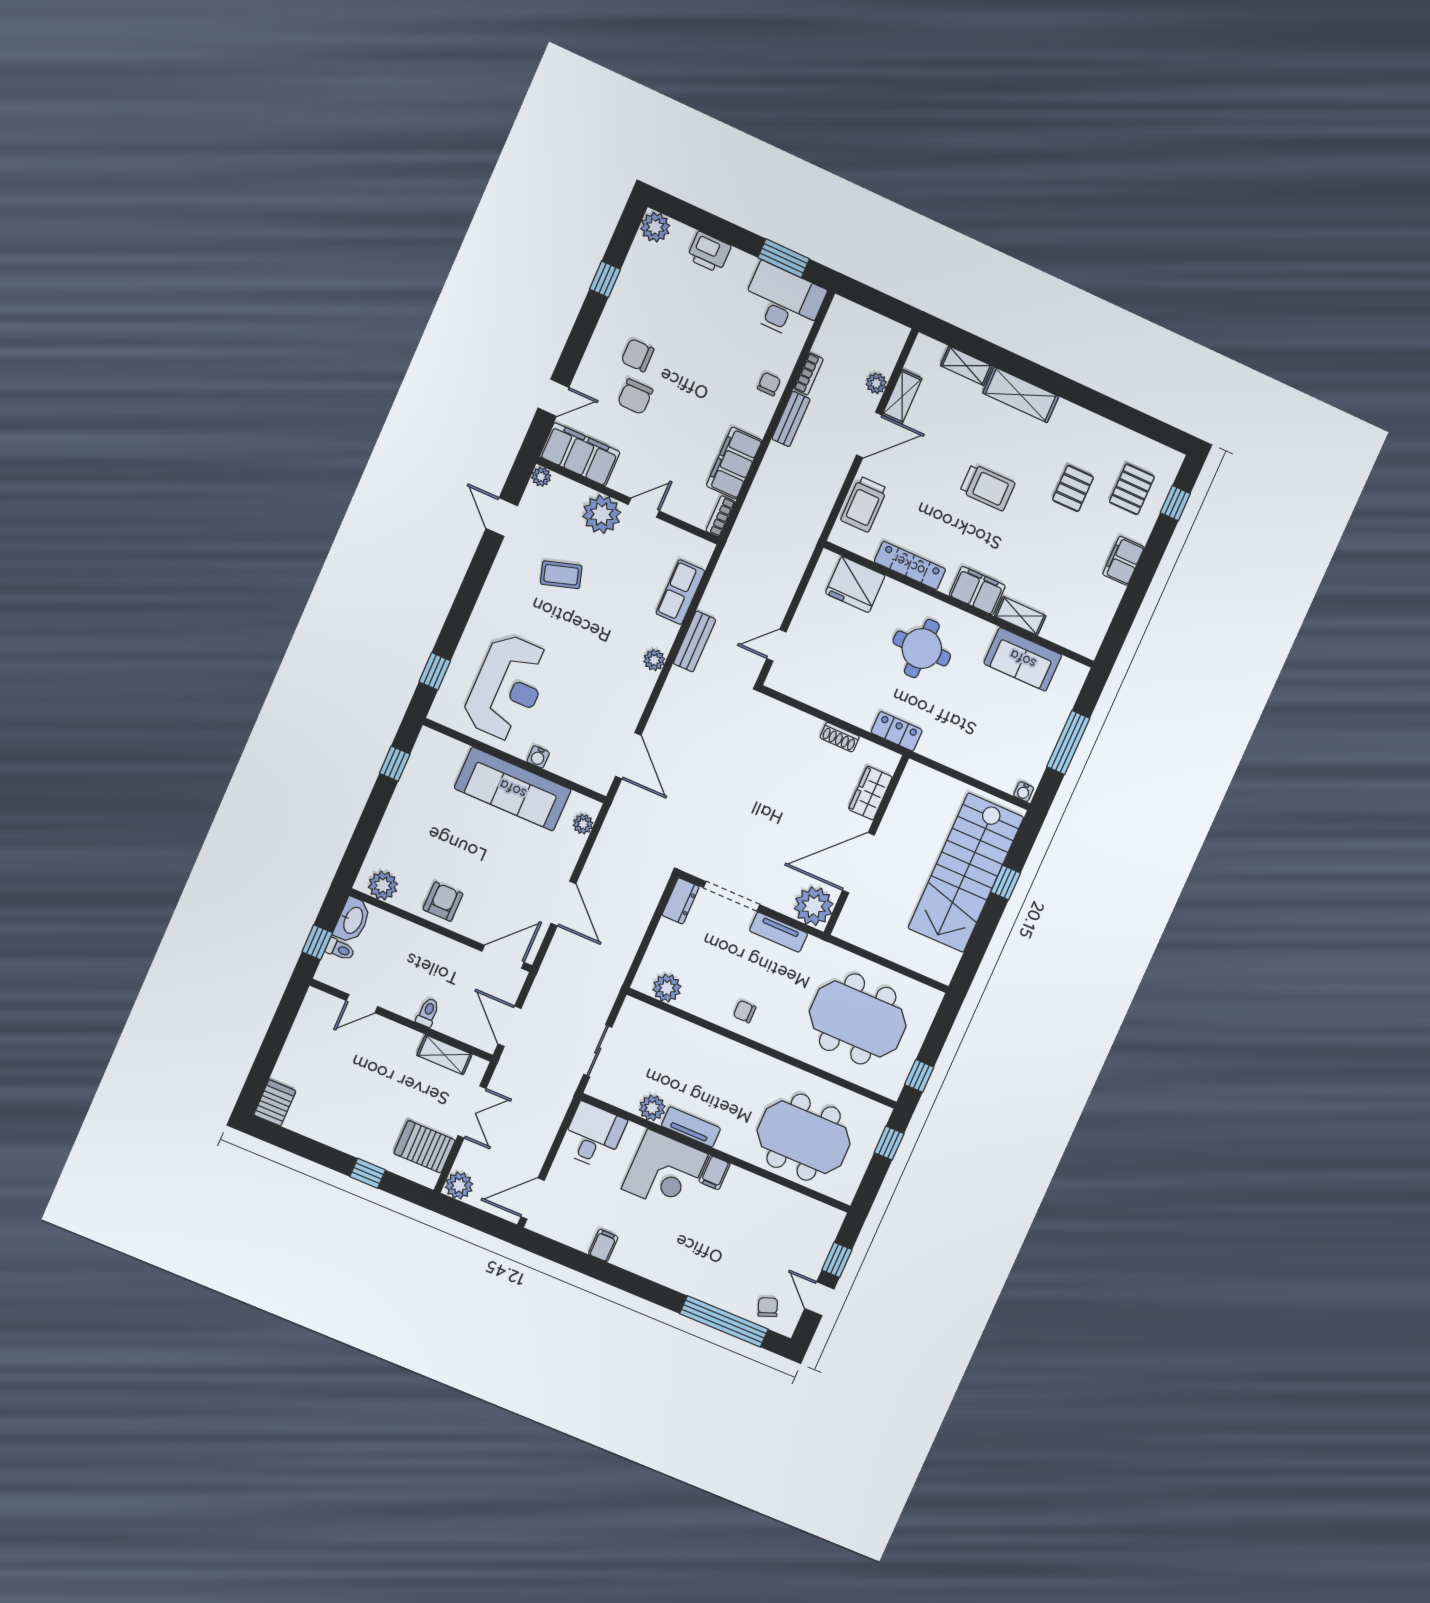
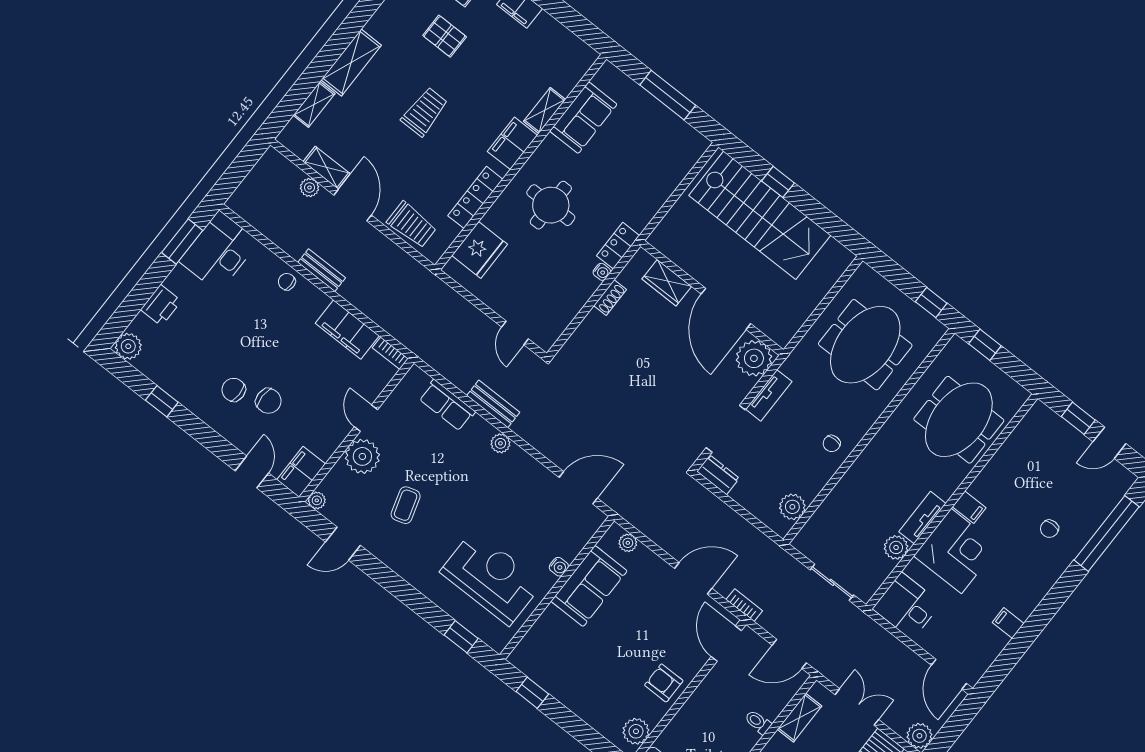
chair: (638, 355) -> (234, 390), turned 90
bookcase: (808, 374) -> (744, 605), moved
filing cabinet: (580, 454) -> (301, 472), width x0.67, depth x0.86
sofa: (513, 789) -> (589, 586), width x0.73
water cooler: (1024, 792) -> (602, 272), moved
chair: (768, 1307) -> (1049, 529), moved, turned -69

